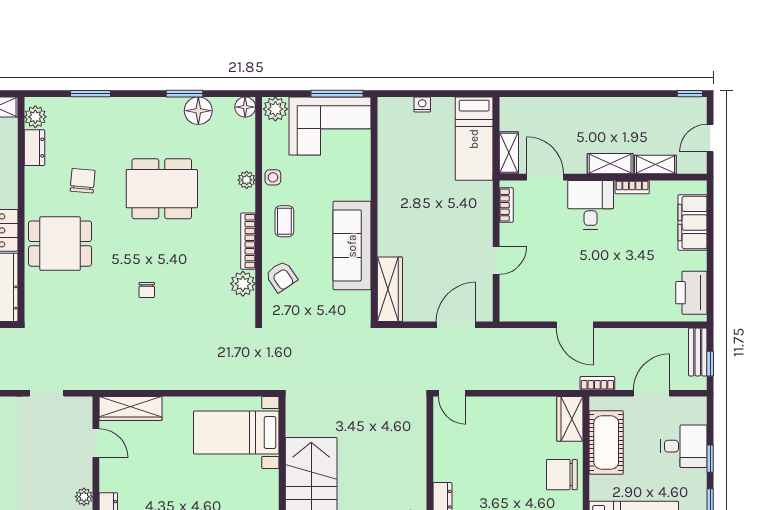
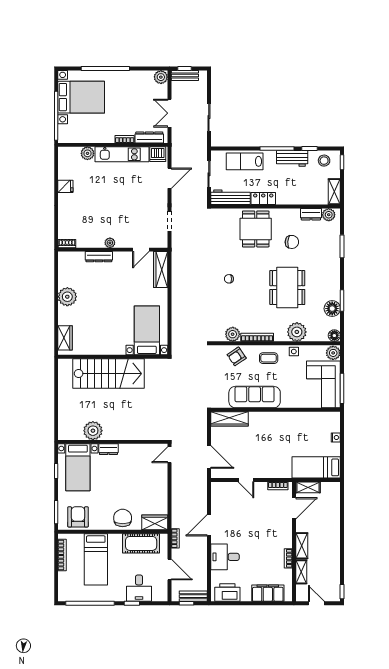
plant: (247, 180) -> (297, 332), width x1.88, depth x1.88
desk: (591, 205) -> (225, 557), moved, turned 180

